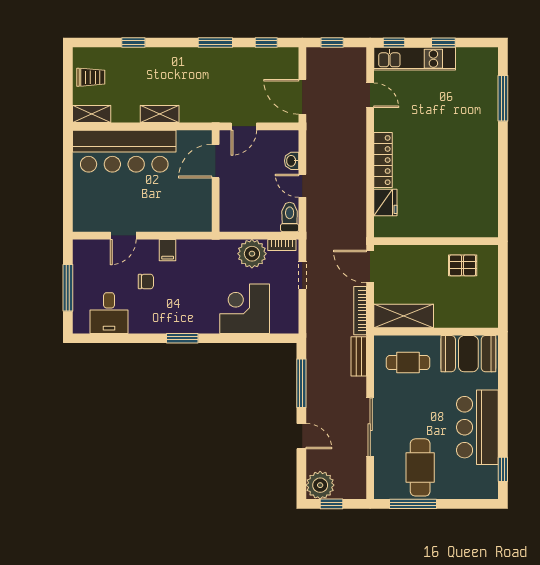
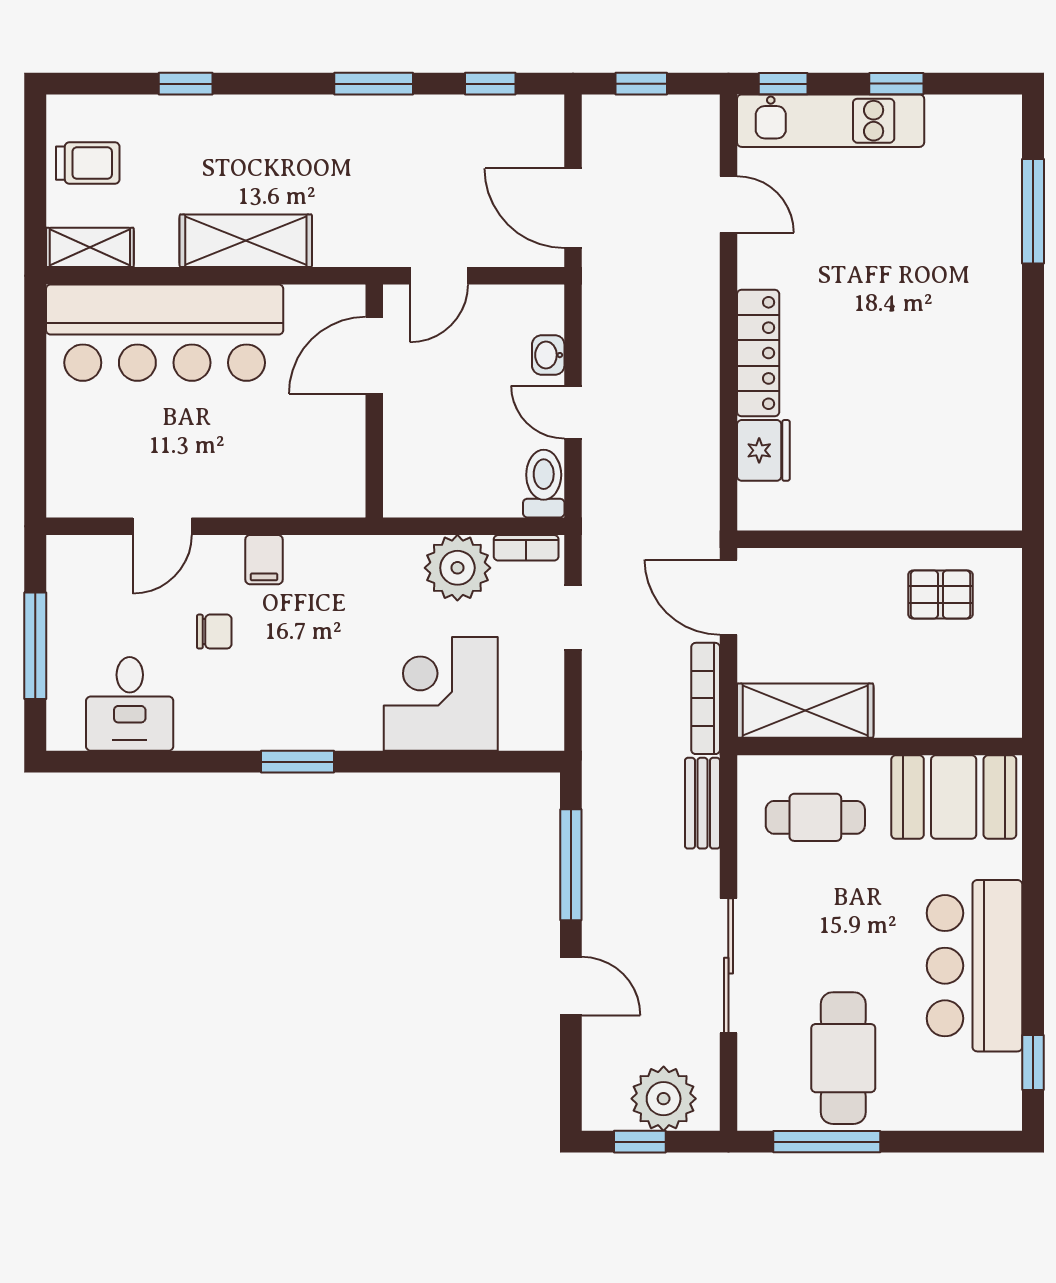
shelving: (160, 114) -> (246, 241), width x1.50, depth x1.33
plant: (320, 485) -> (664, 1099), moved

